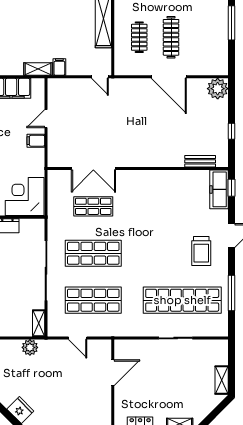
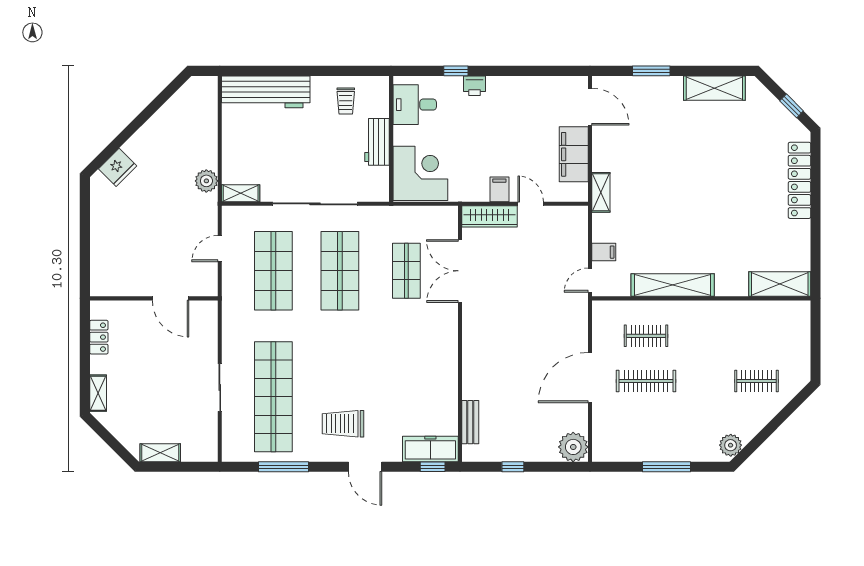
filing cabinet: (59, 67) -> (604, 252), moved
wardrobe: (55, 148) -> (490, 216), added

